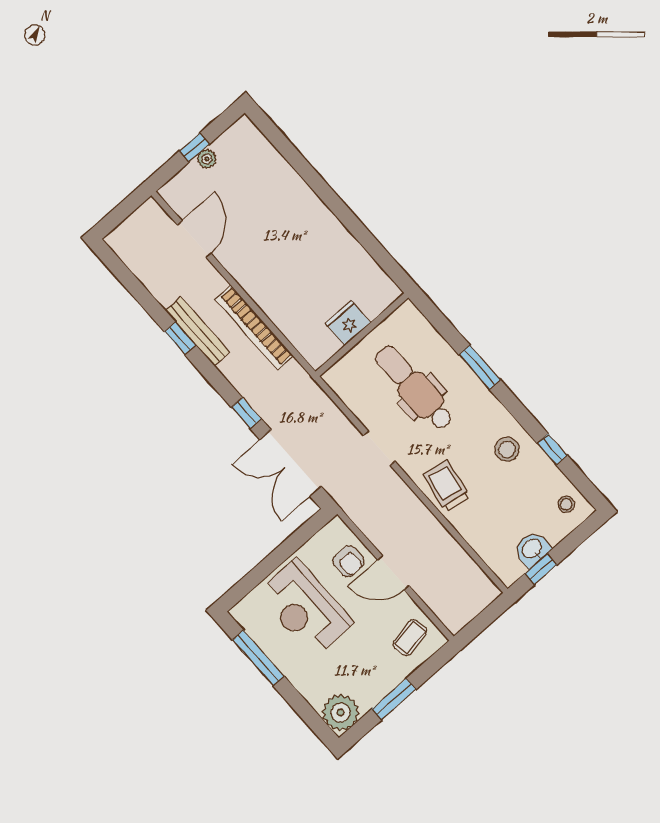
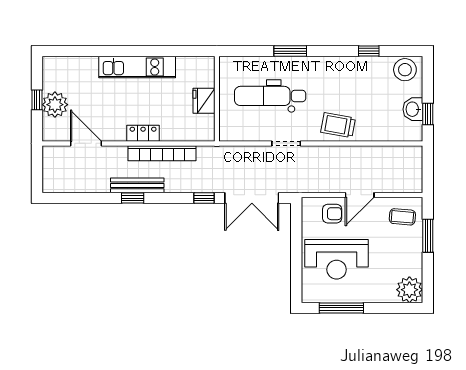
plant: (207, 159) -> (55, 105), width x1.87, depth x1.87
kitchen unit: (321, 222) -> (137, 67), added
locker: (258, 289) -> (143, 133), added
stool: (507, 449) -> (347, 75), removed
stool: (566, 504) -> (405, 70), width x1.89, depth x1.89
coffee table: (410, 638) -> (402, 217), turned -75
window: (394, 699) -> (428, 236), moved

